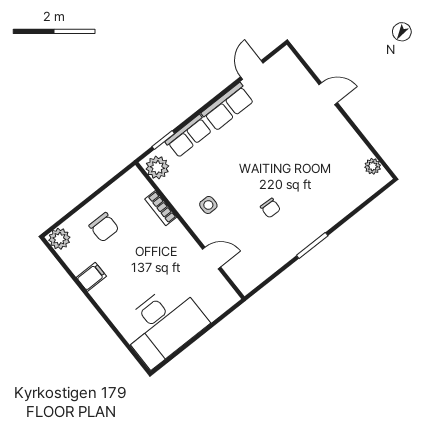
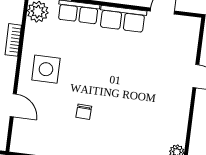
side table: (208, 205) -> (46, 69), width x1.87, depth x1.87

